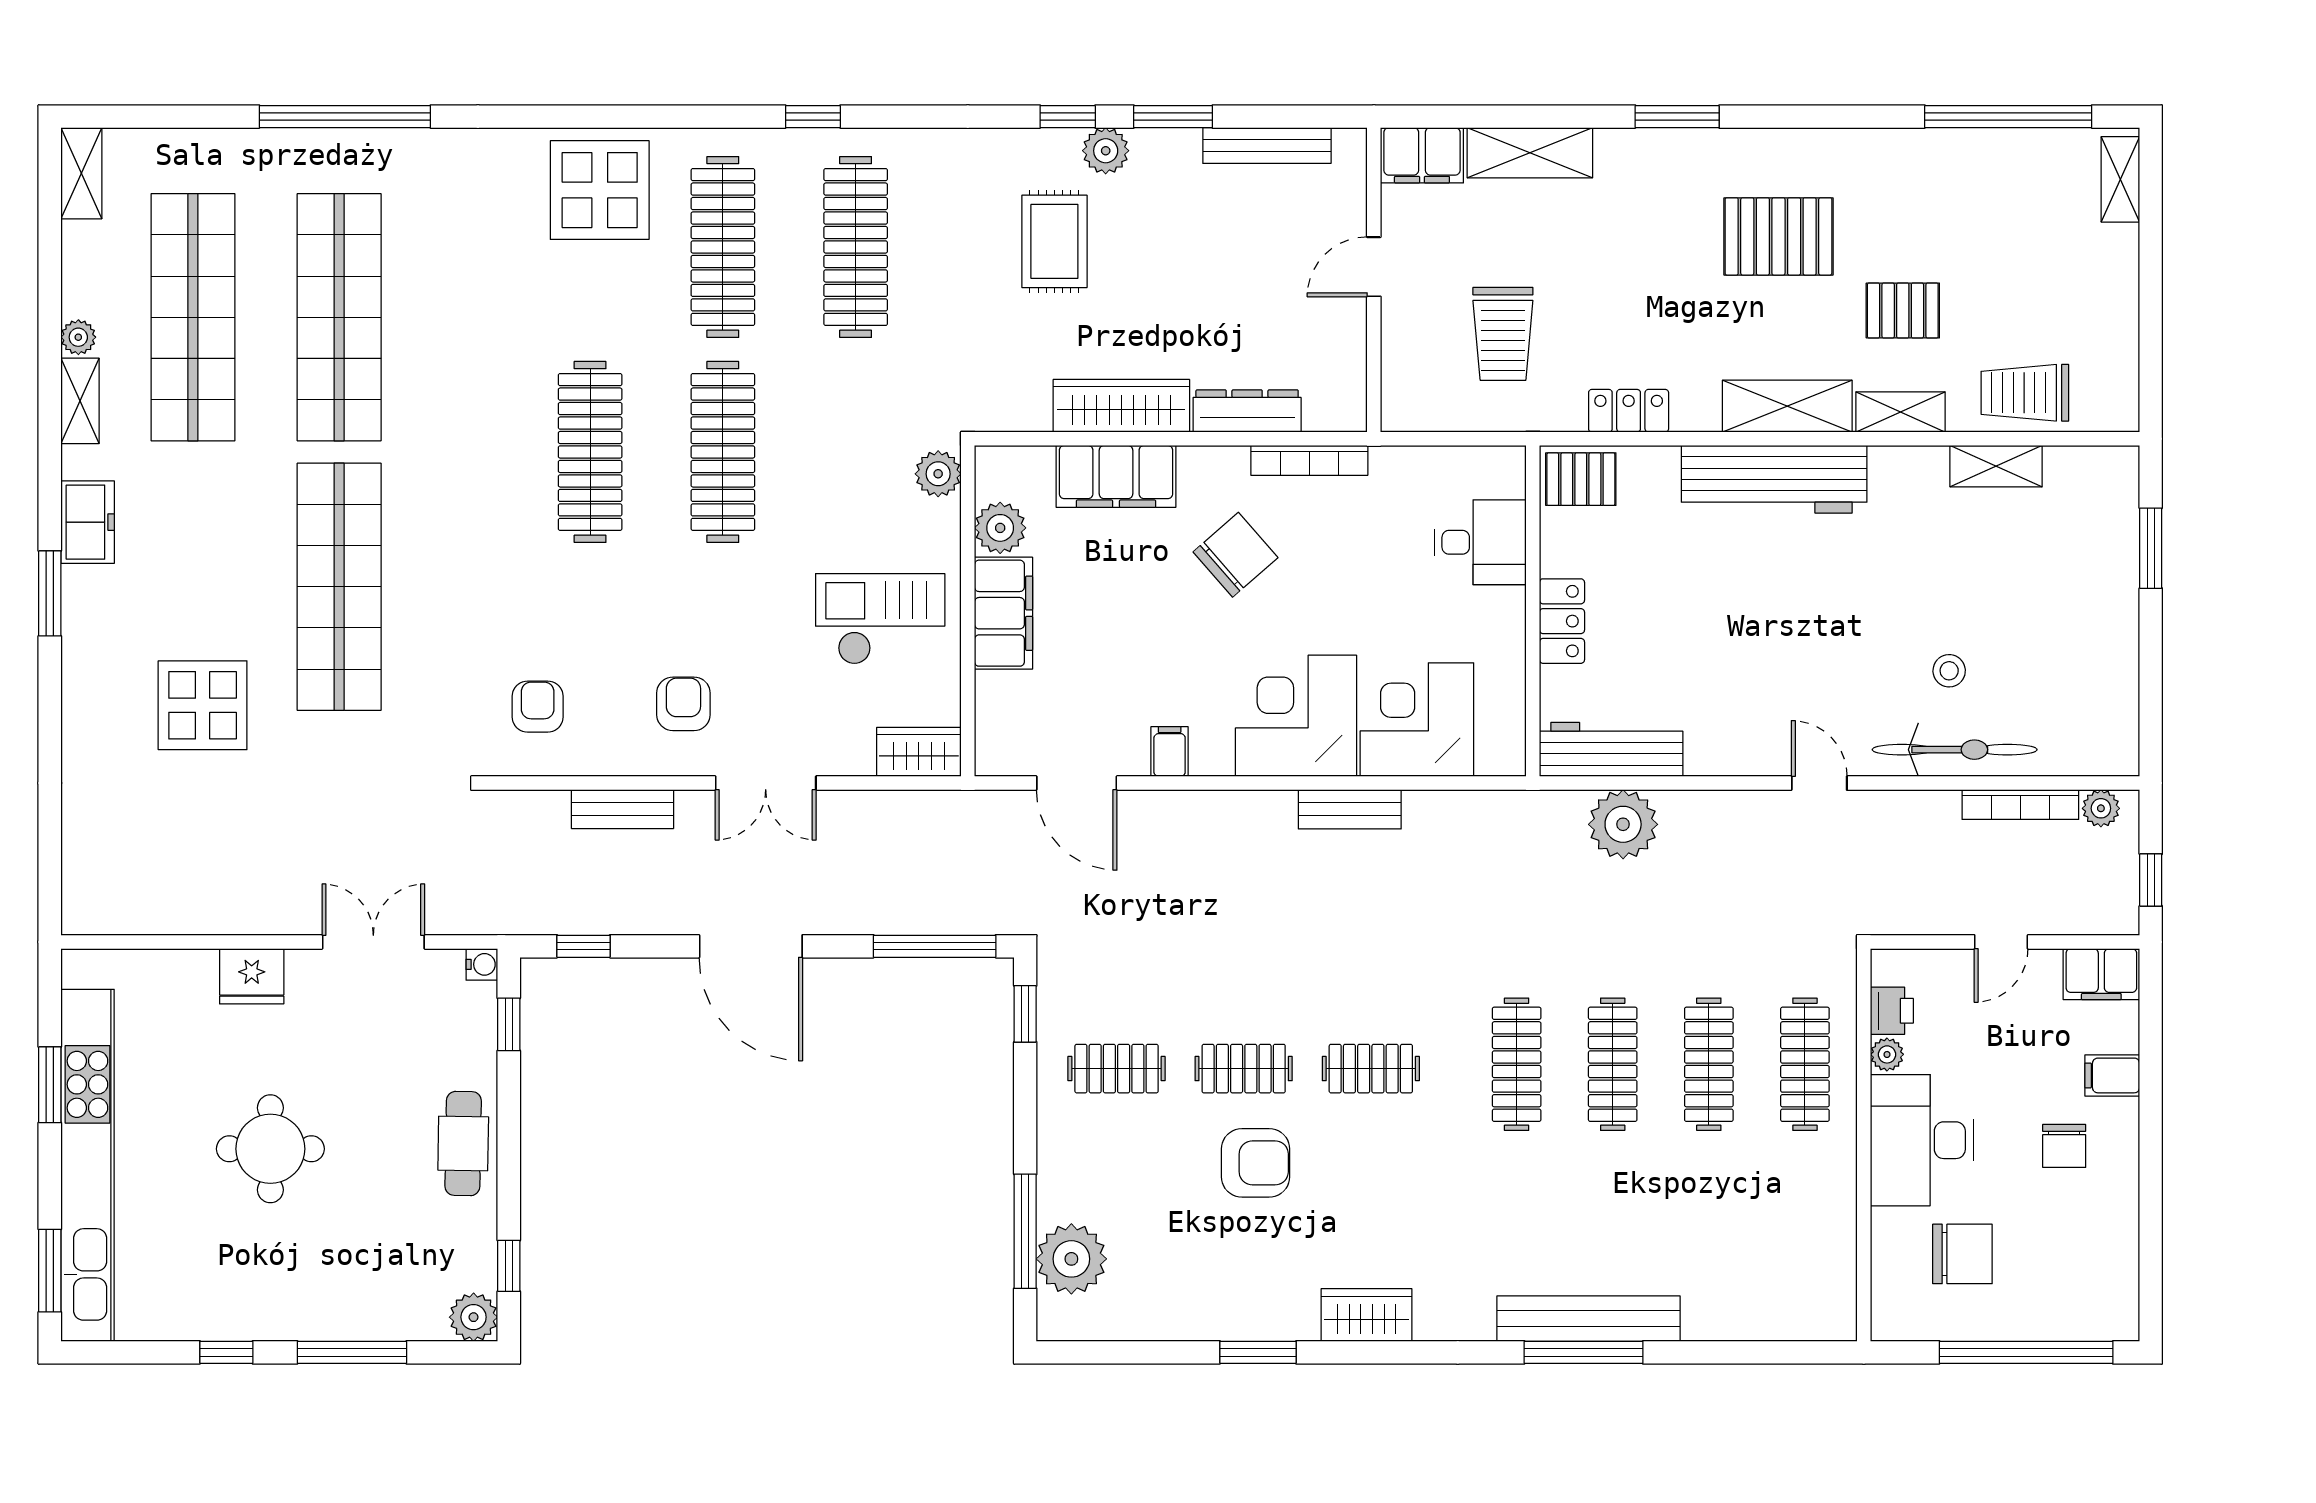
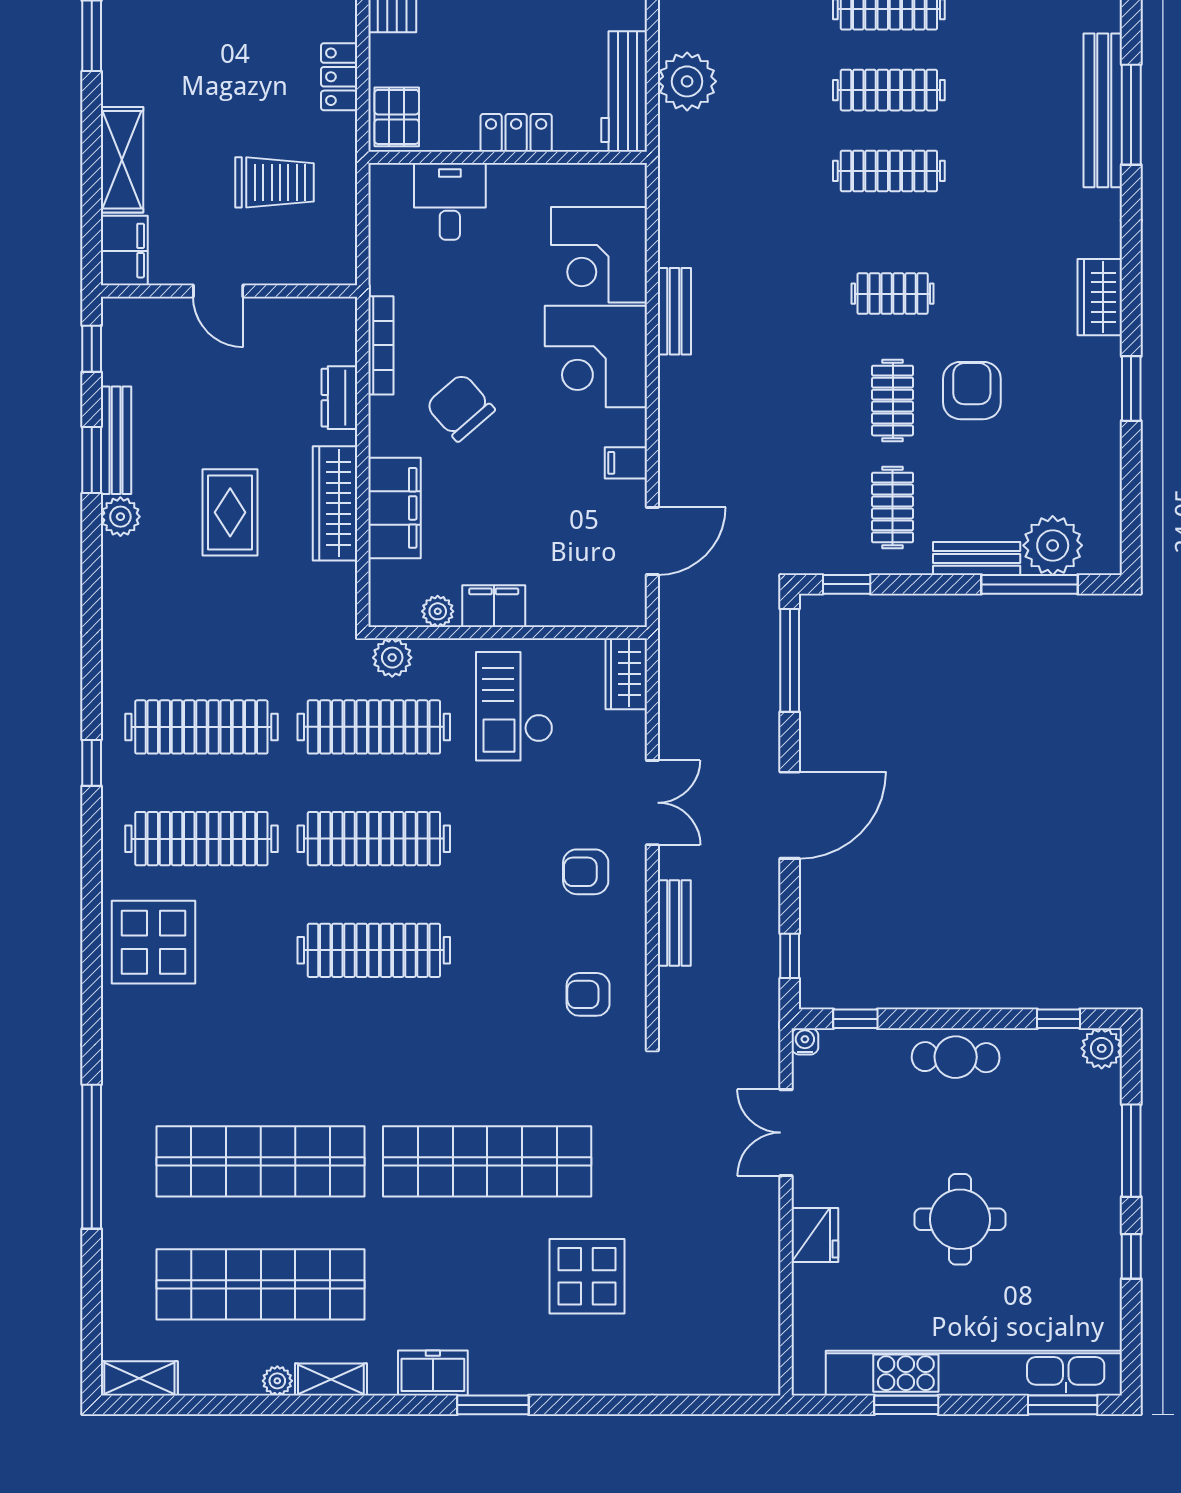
window: (1068, 117) -> (92, 349), moved
bench: (1267, 146) -> (116, 440), moved
rug: (1054, 241) -> (230, 512), moved, turned 90
dresser: (1247, 411) -> (339, 398), width x0.70
clothes rail: (856, 452) -> (374, 727), added
plant: (1000, 528) -> (438, 611), width x0.73, depth x0.73
filing cabinet: (1003, 613) -> (494, 606), width x0.67, depth x0.86
clothes rail: (1371, 1069) -> (893, 294), turned 90
bench: (1056, 1168) -> (977, 558), added

